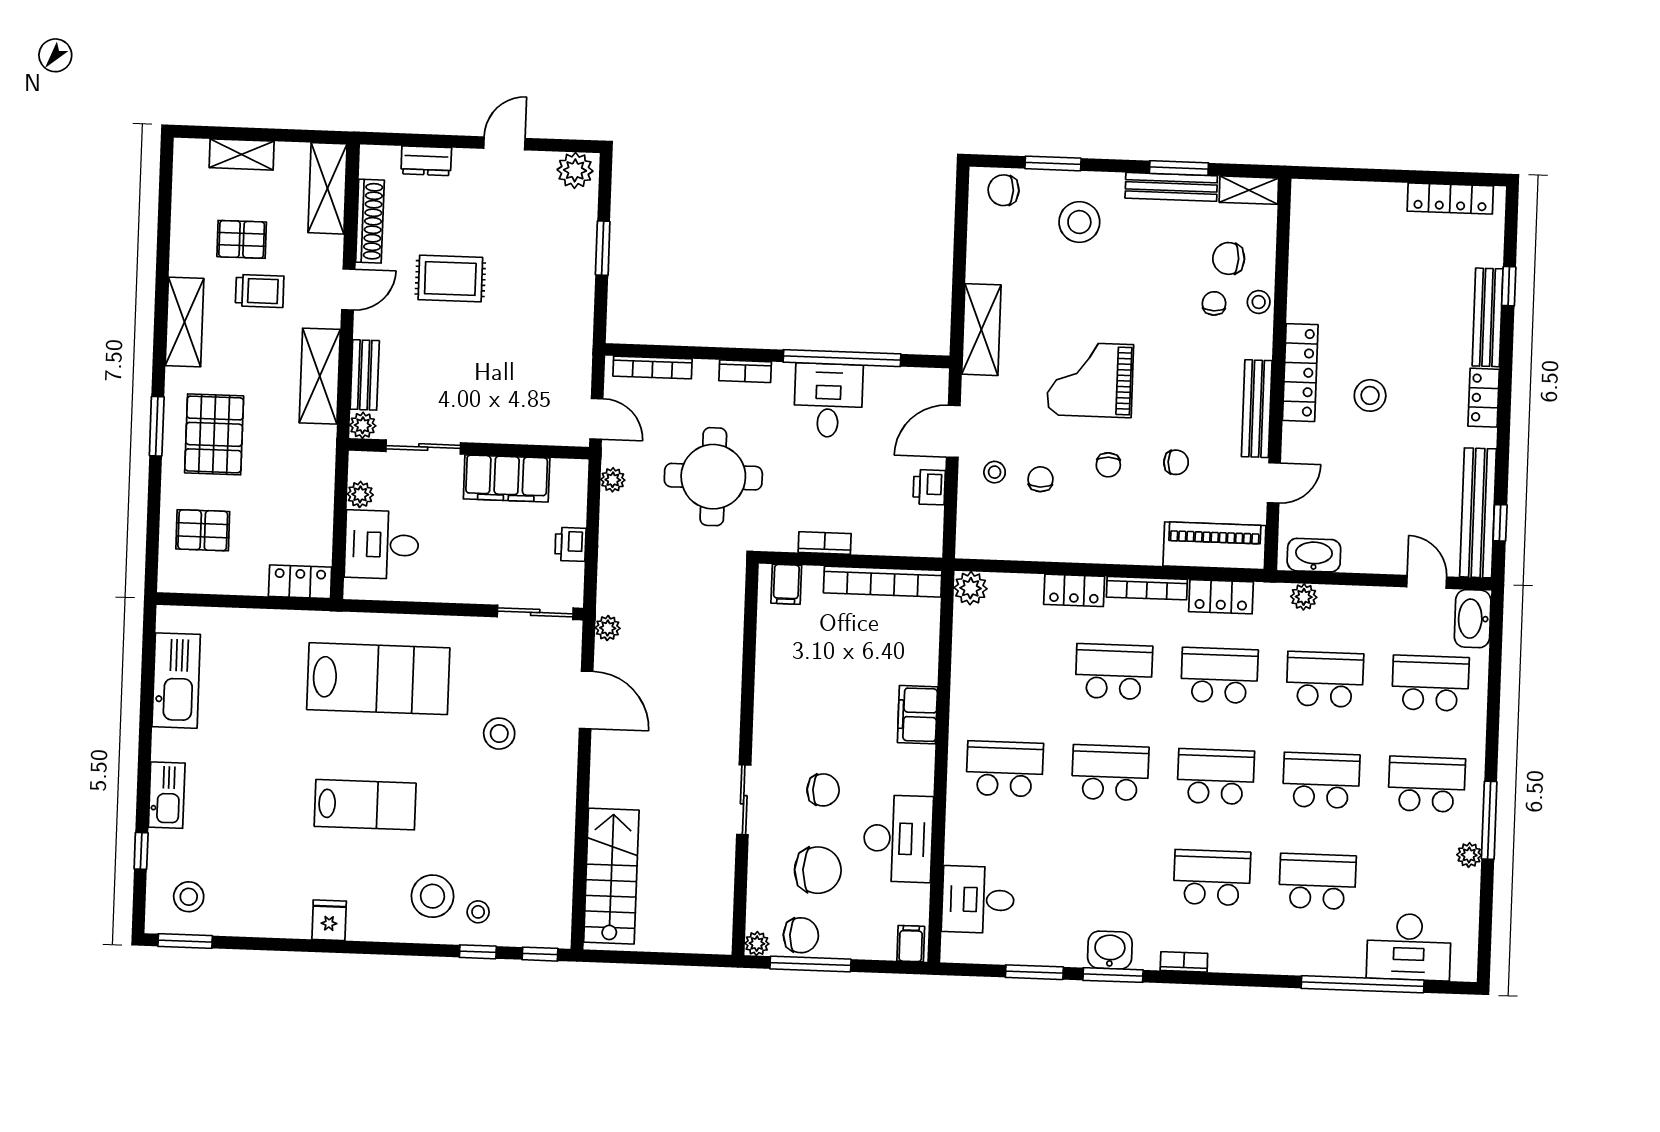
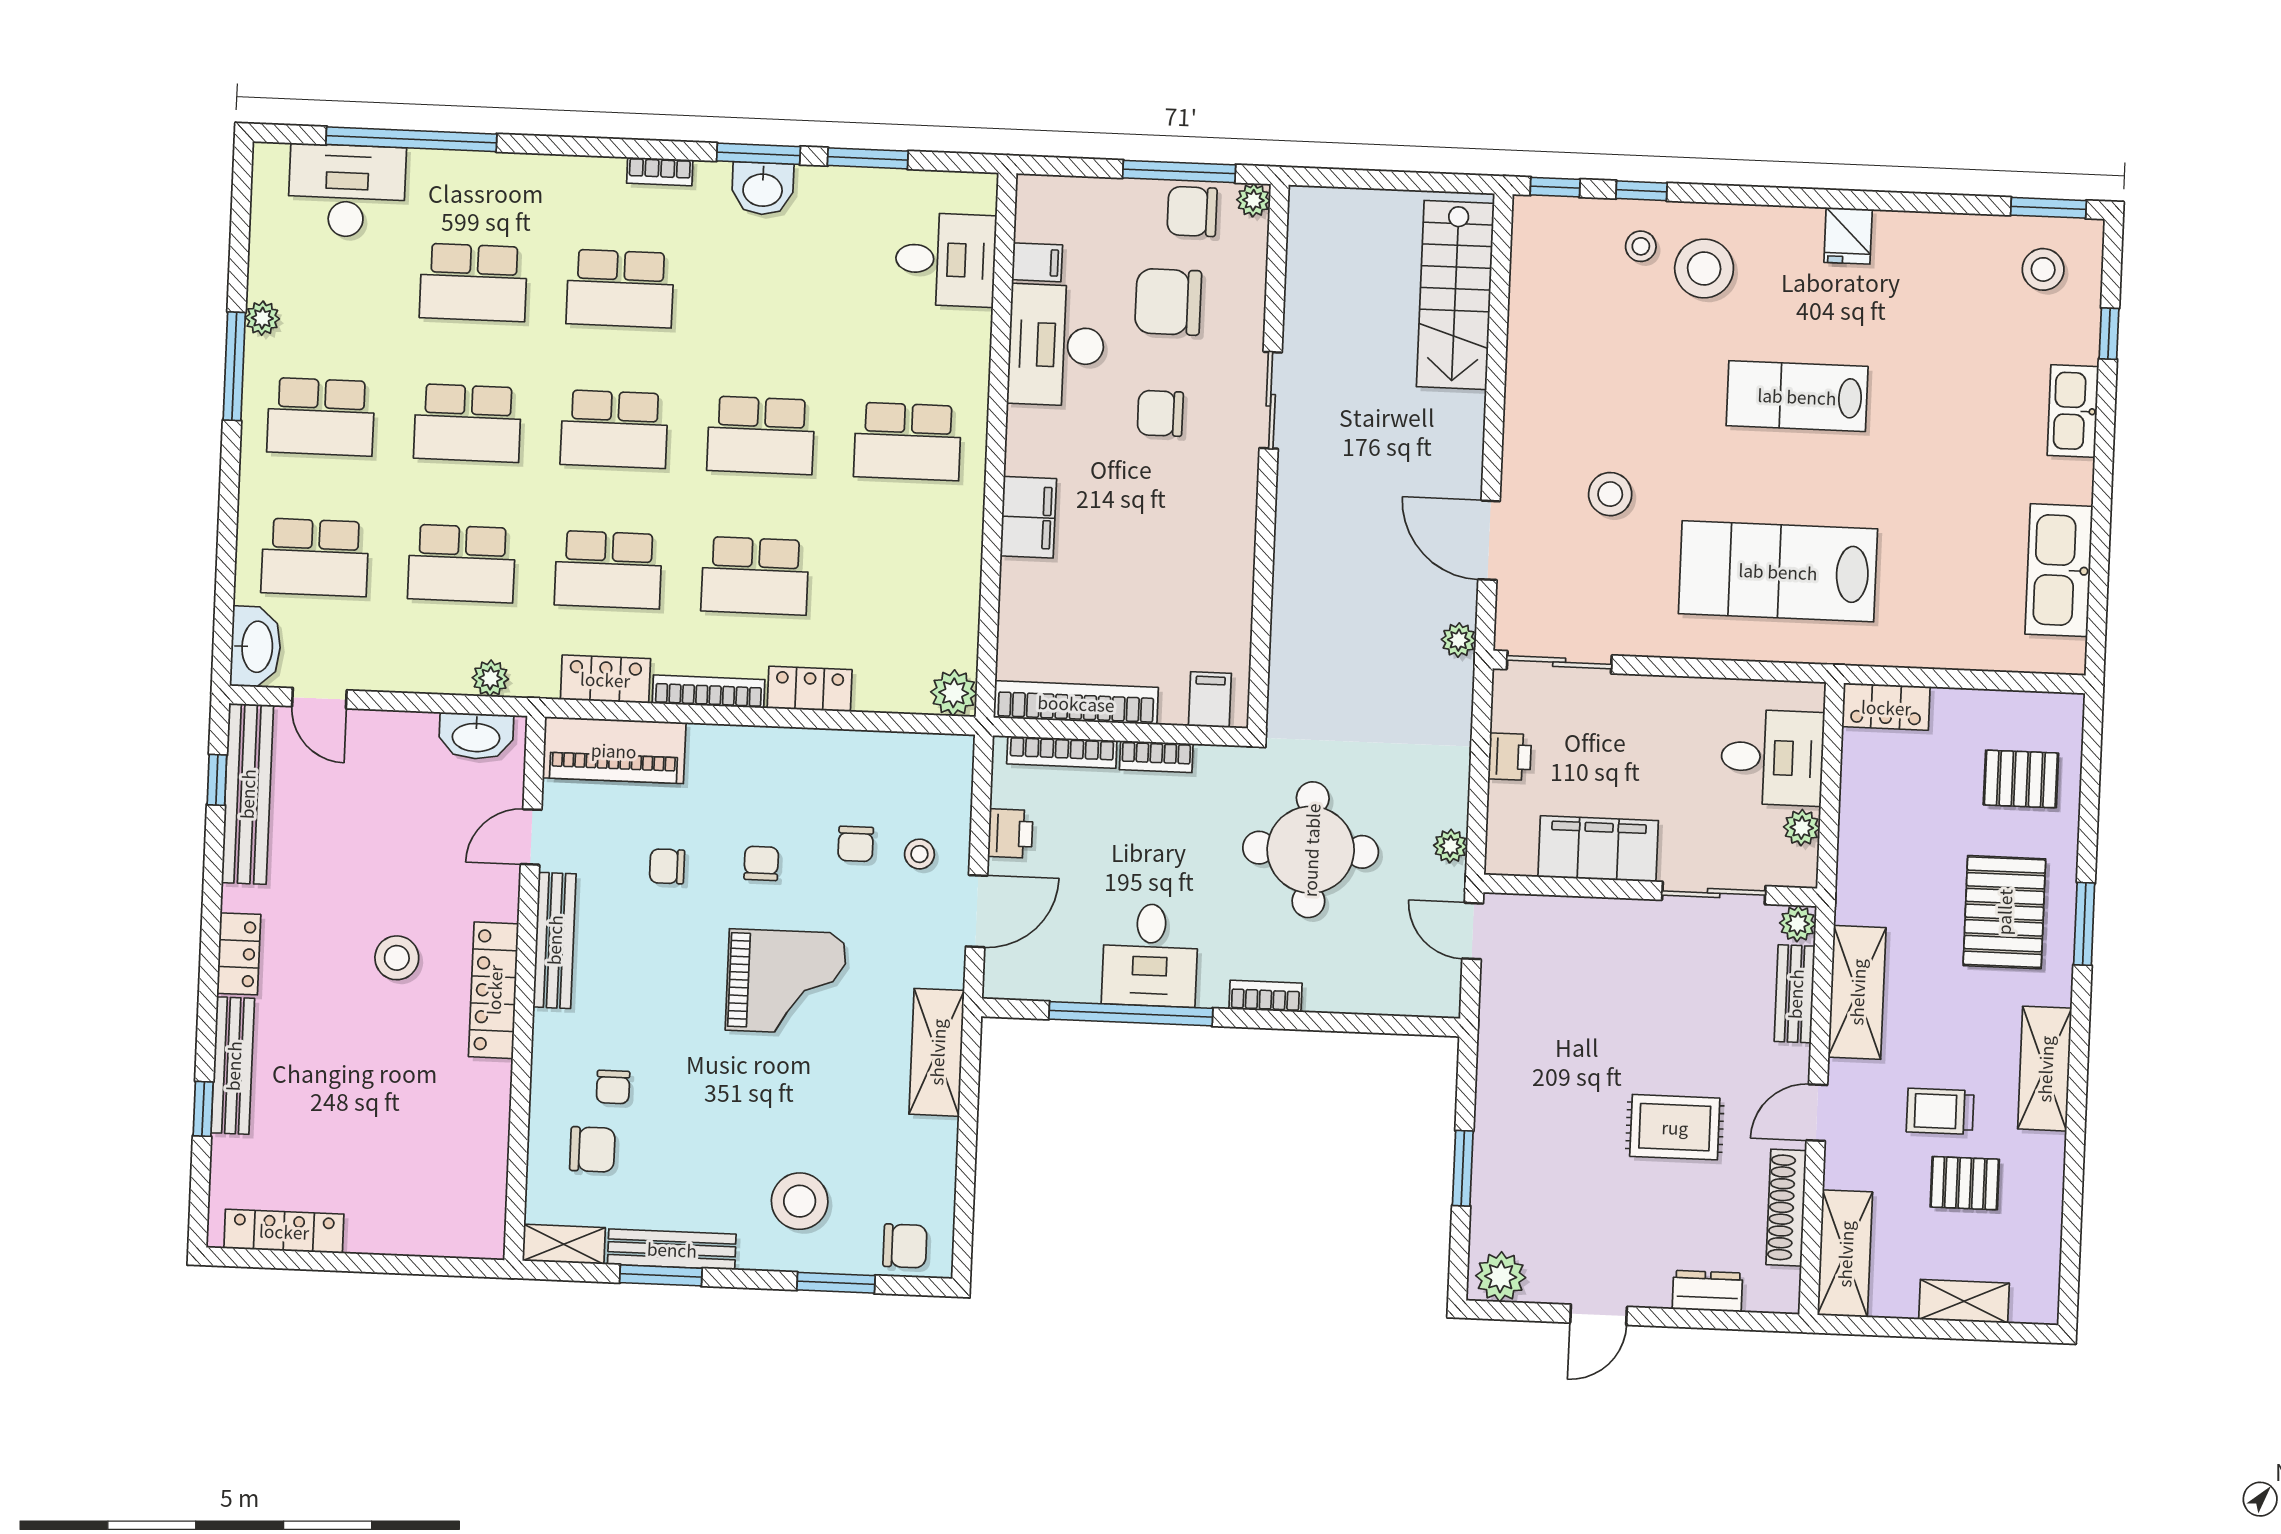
stool: (1259, 302) -> (551, 1089), removed
bookcase: (652, 368) -> (1062, 752), moved, turned 180
filing cabinet: (911, 944) -> (1037, 262), moved, turned -90

